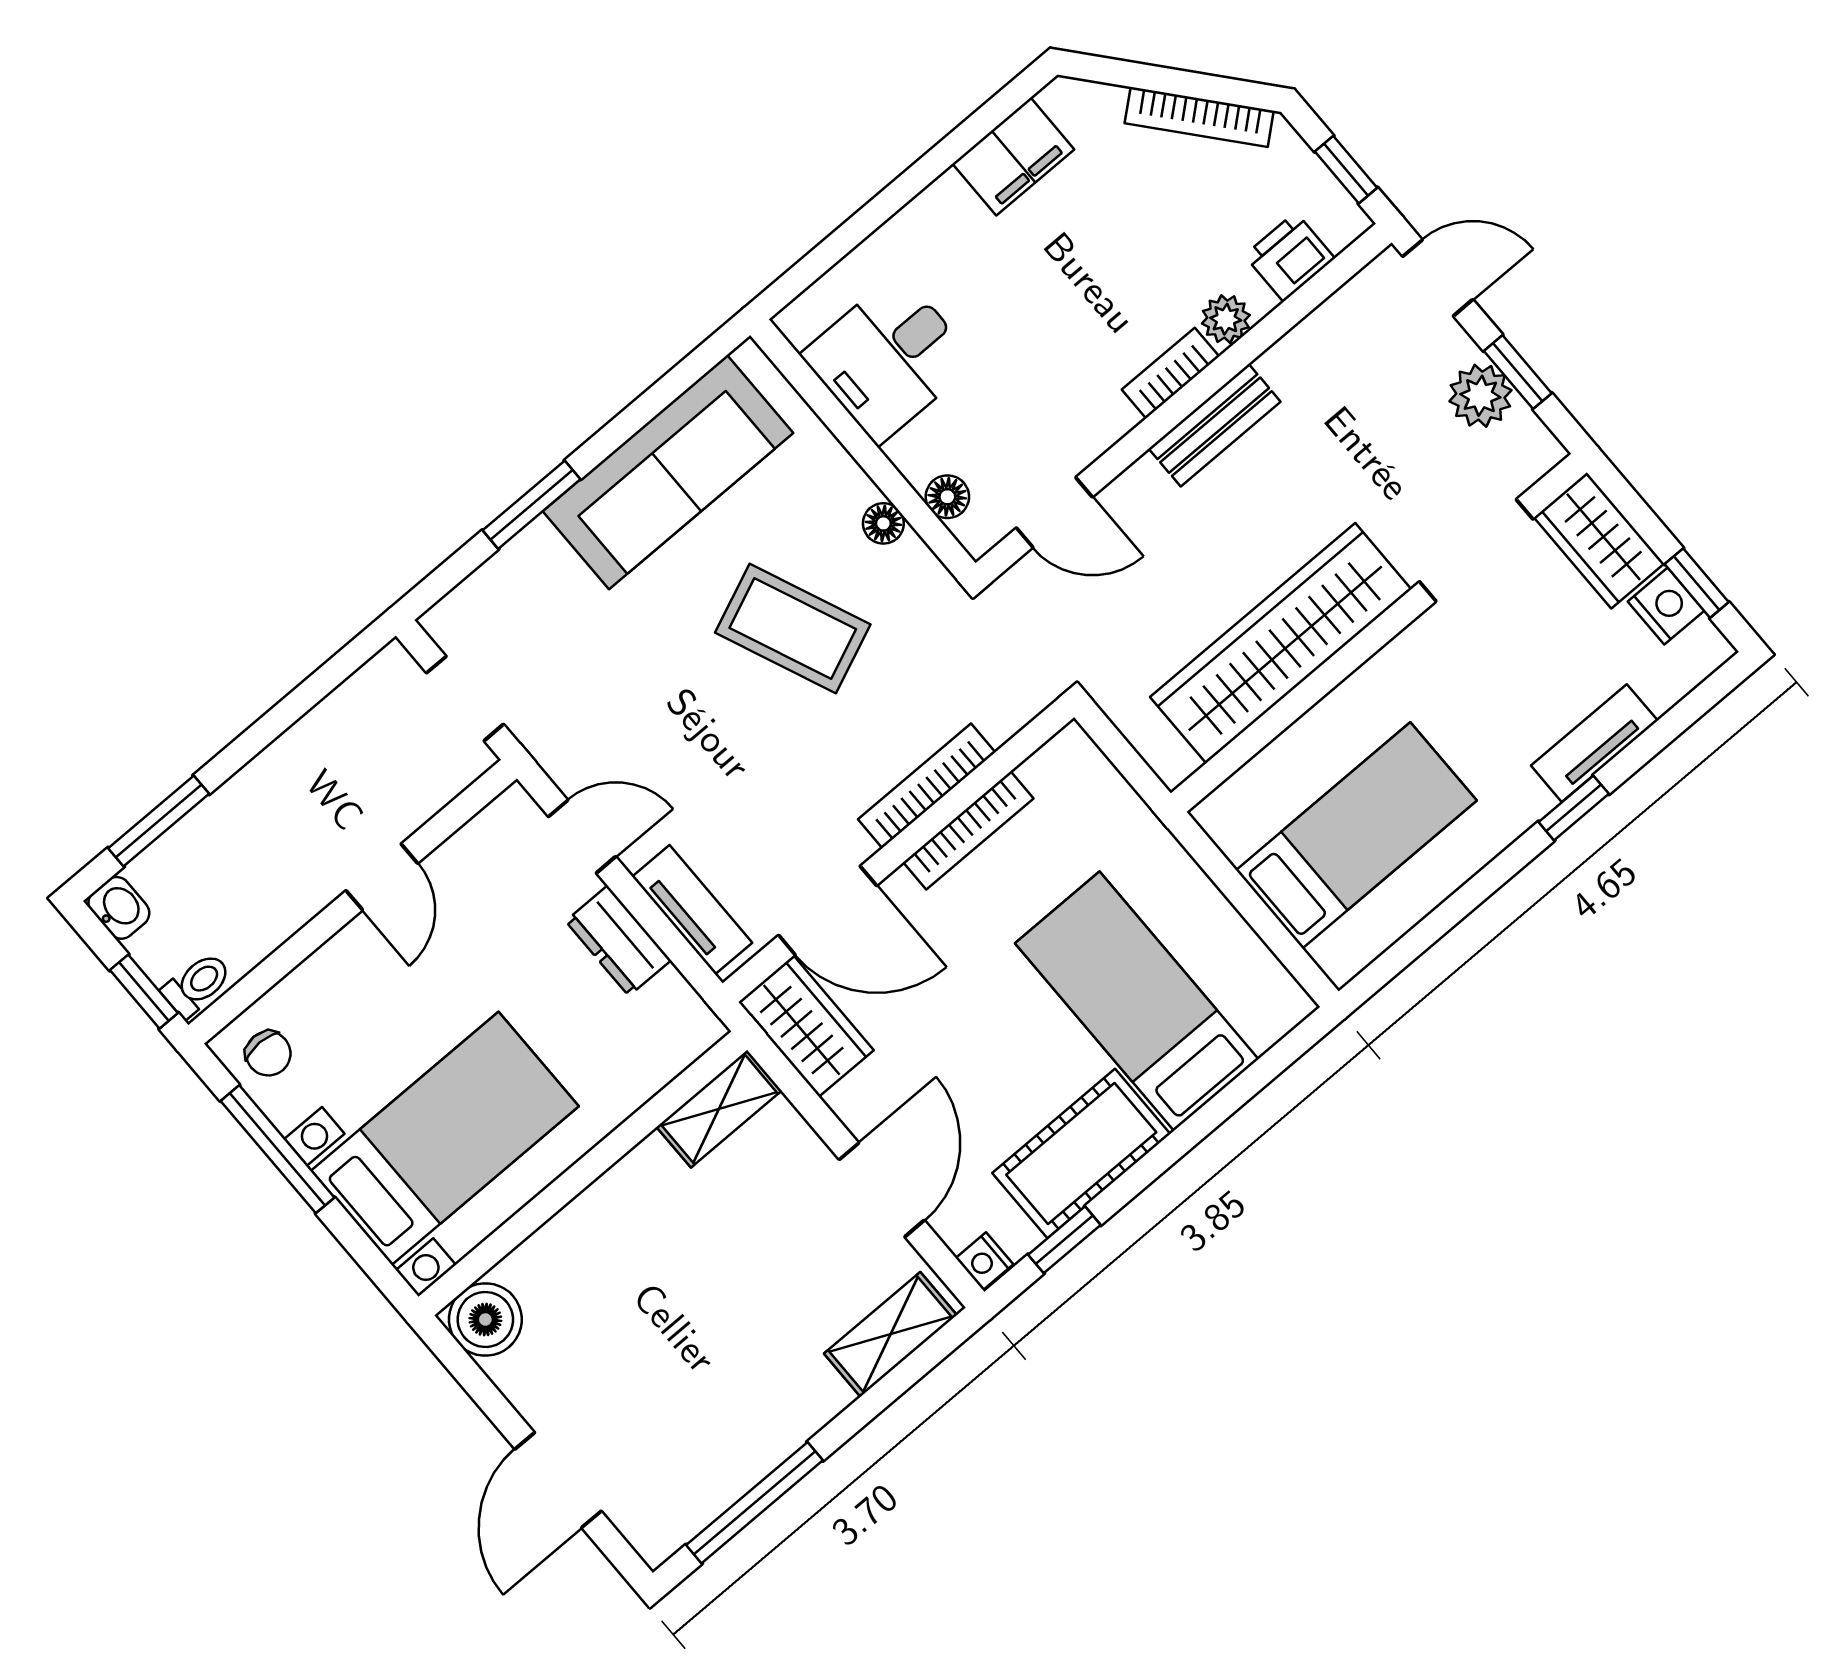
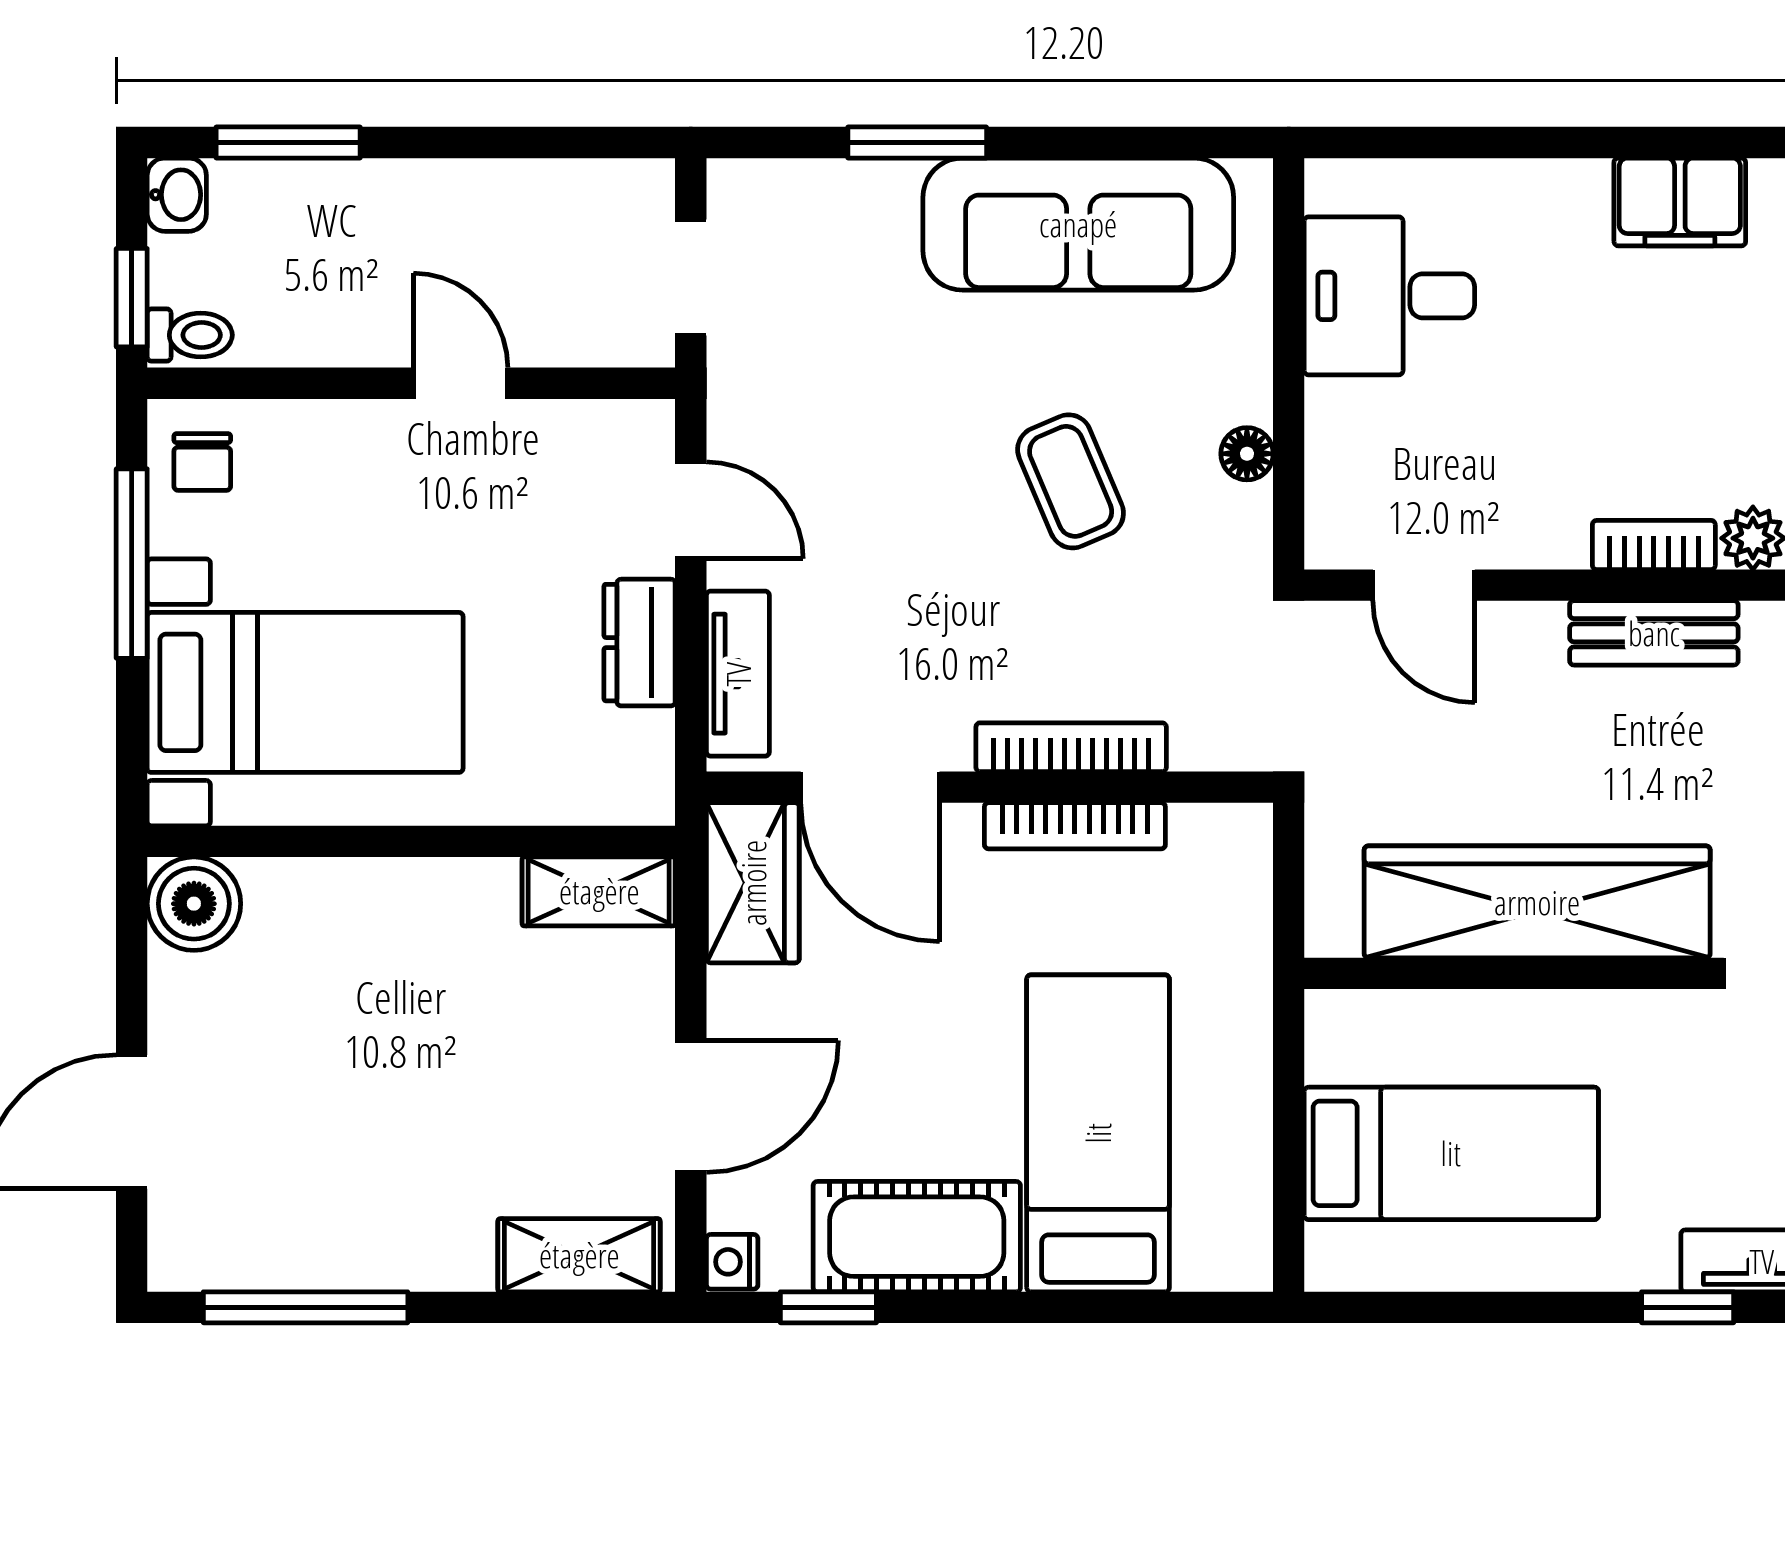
floor lamp: (947, 497) -> (1332, 481), removed
coffee table: (793, 628) -> (1071, 481), width x0.73, depth x0.77
door: (382, 877) -> (461, 383), swing flipped

